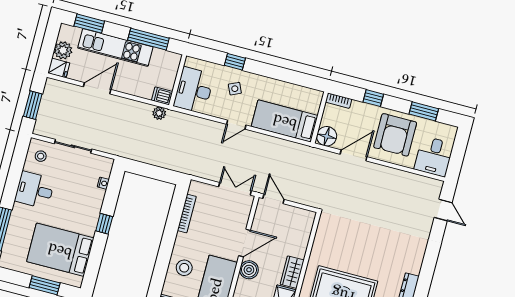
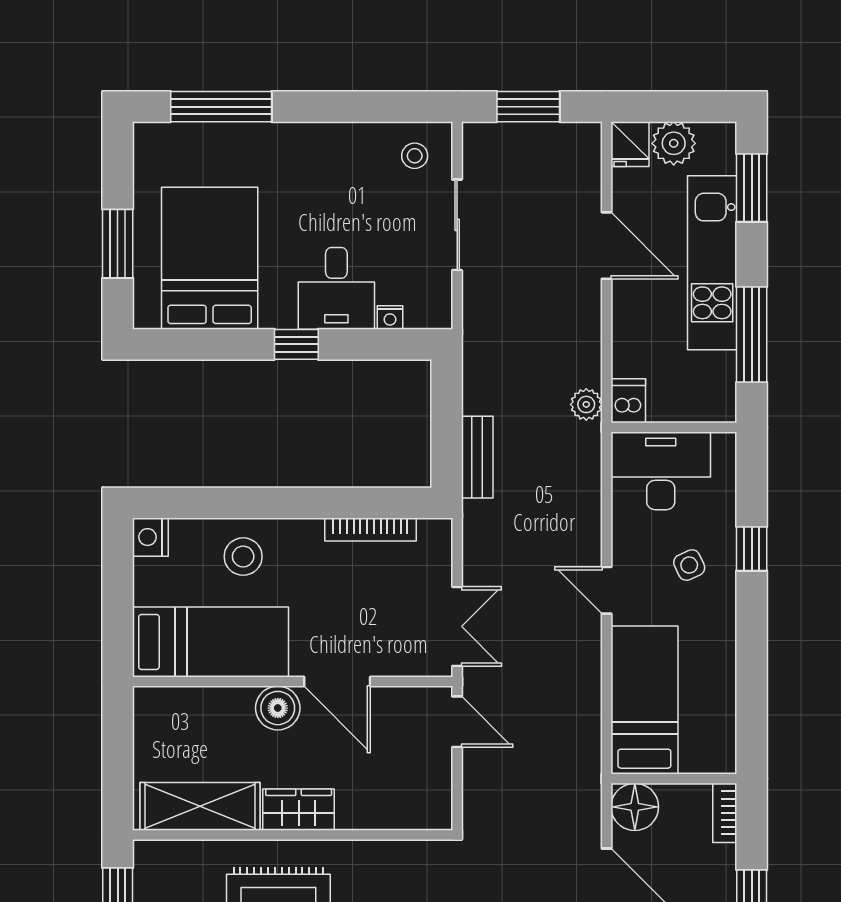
bench: (169, 163) -> (477, 457), added
desk: (35, 190) -> (336, 288), moved, turned 180
door: (273, 199) -> (457, 722), hinge flipped

